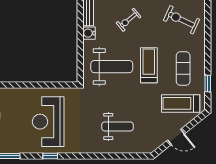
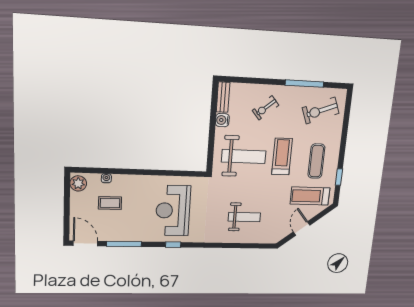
exercise bike: (181, 20) -> (321, 111), turned -46
door: (176, 137) -> (302, 228), swing flipped

